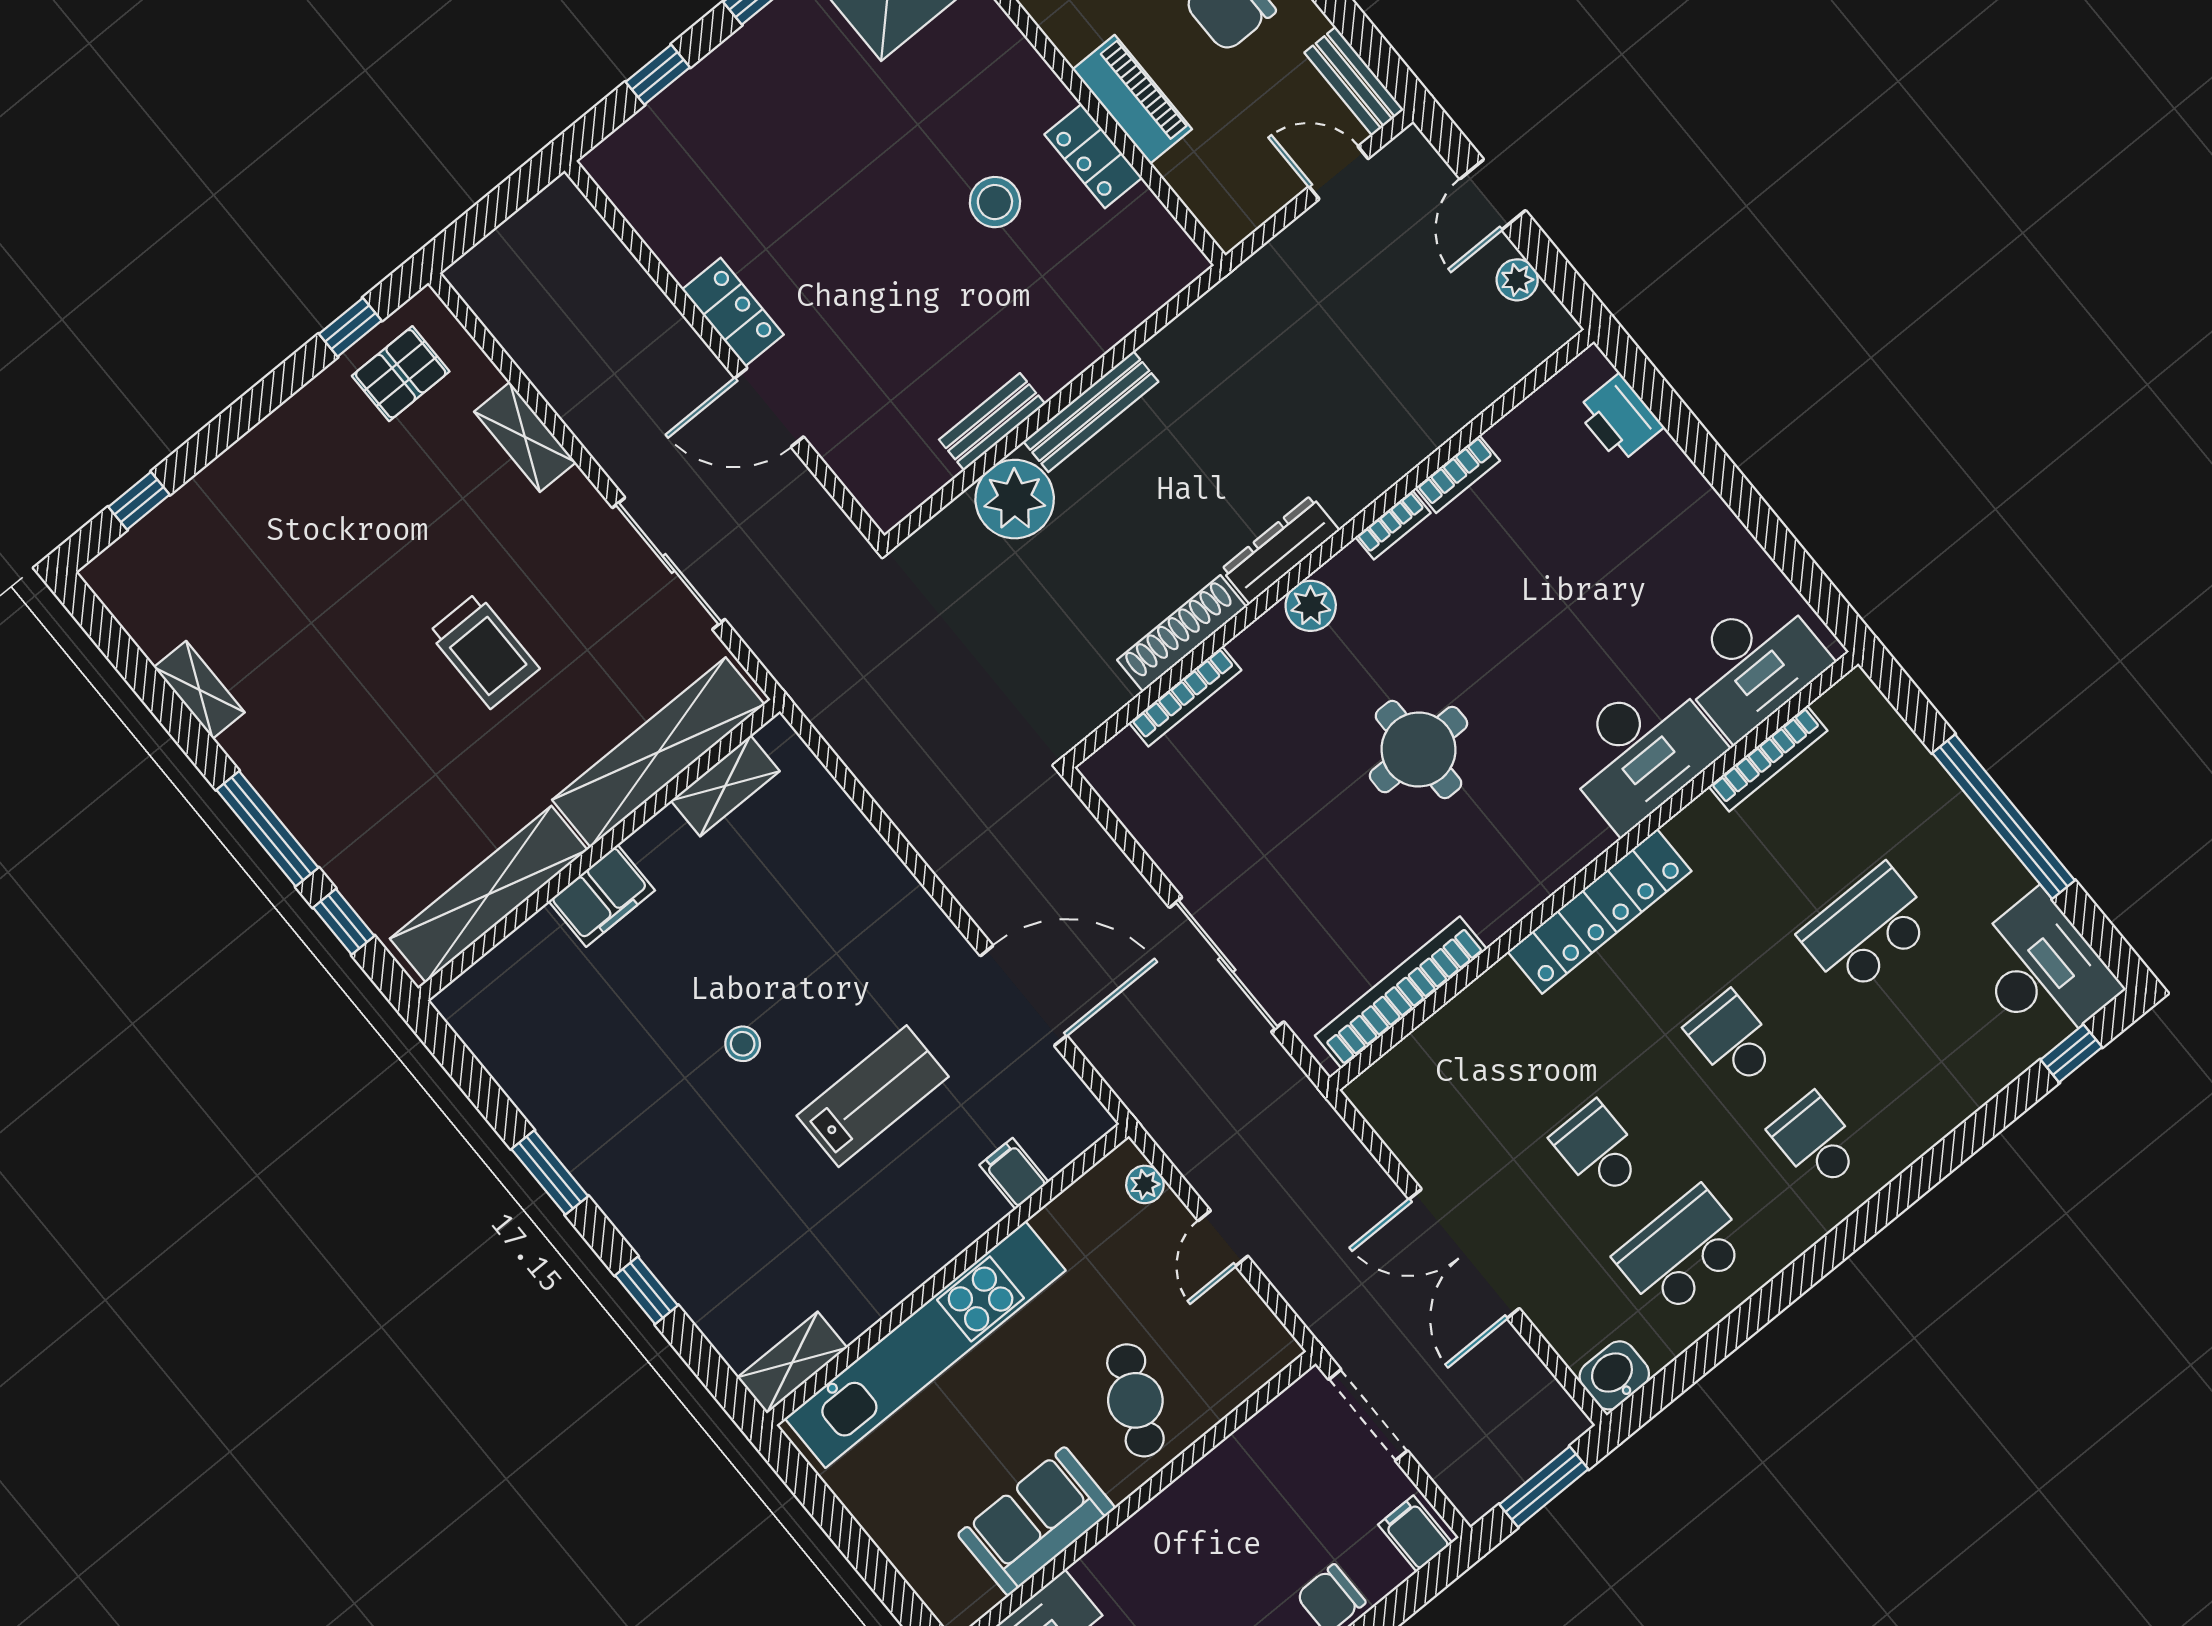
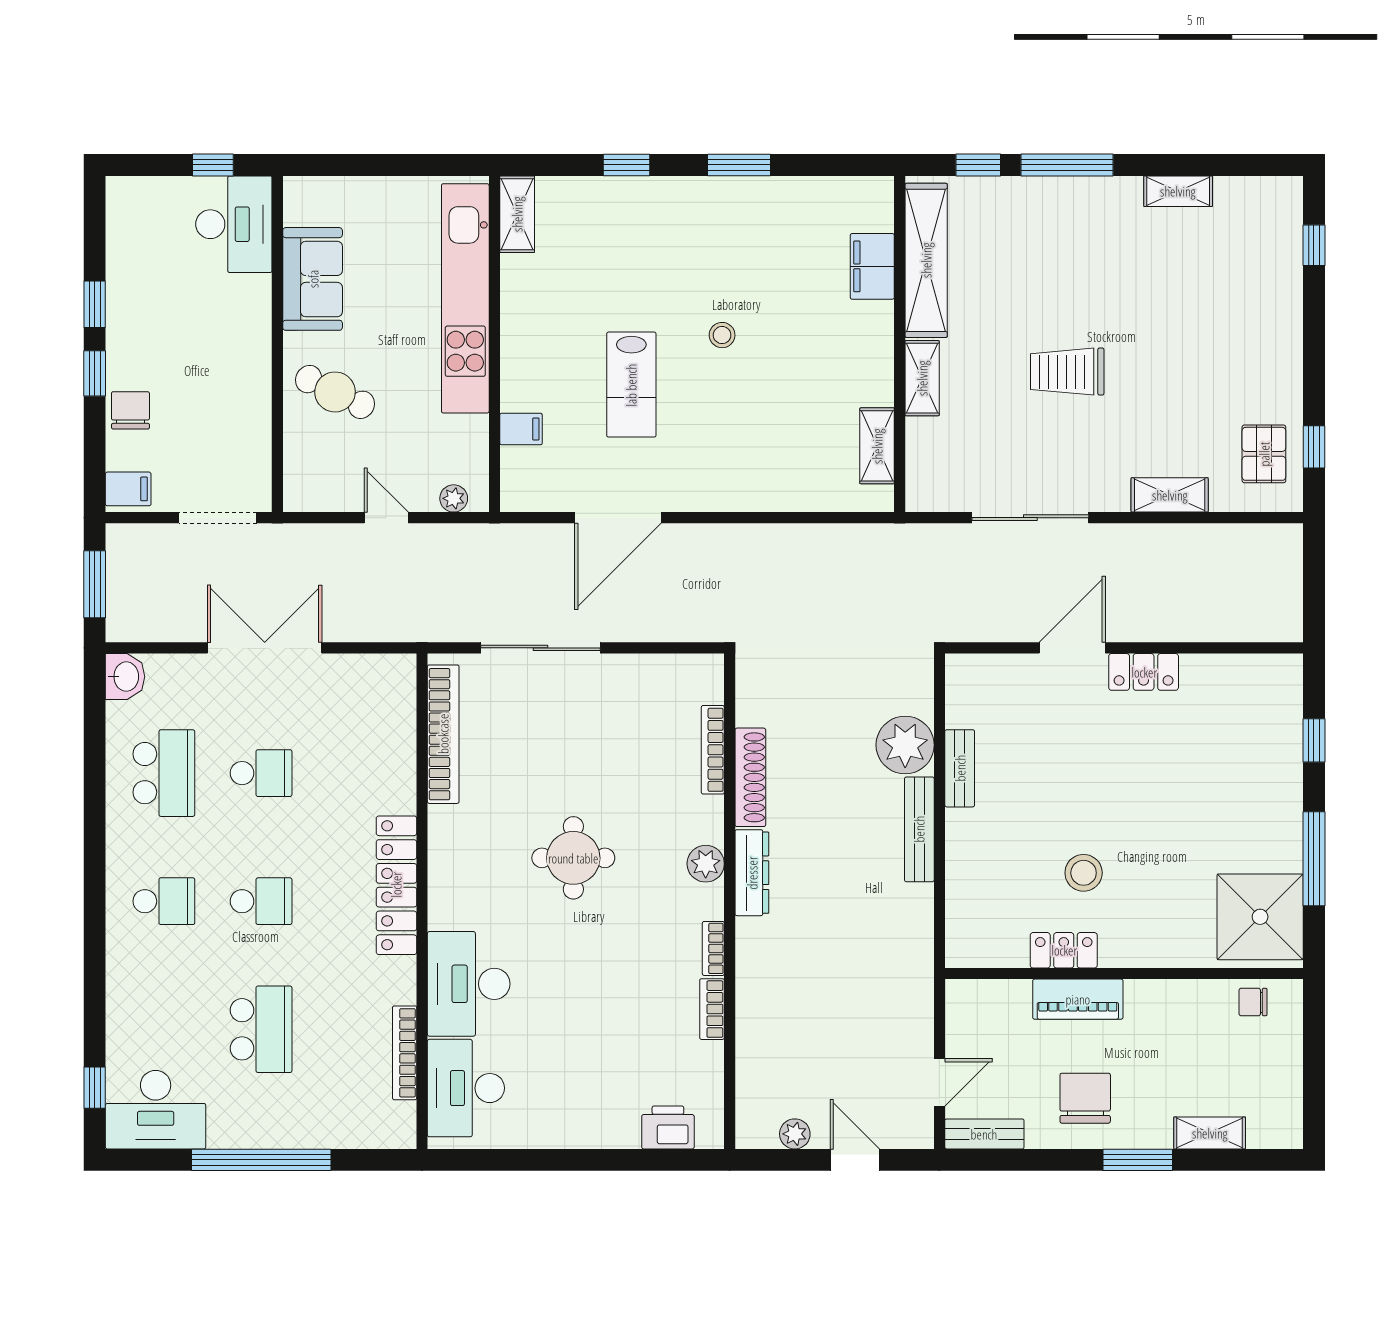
shelving: (658, 752) -> (922, 378), width x0.45, depth x0.75
filing cabinet: (602, 896) -> (872, 266), moved

